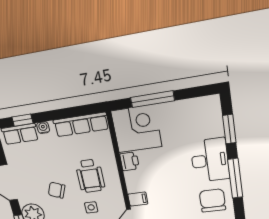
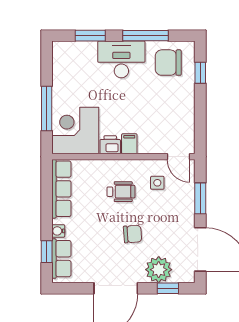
wheelchair: (90, 176) -> (121, 192), width x0.73, depth x0.73
chair: (57, 190) -> (133, 234), turned -116
filing cabinet: (138, 199) -> (129, 144), moved
side table: (91, 207) -> (157, 183), moved

